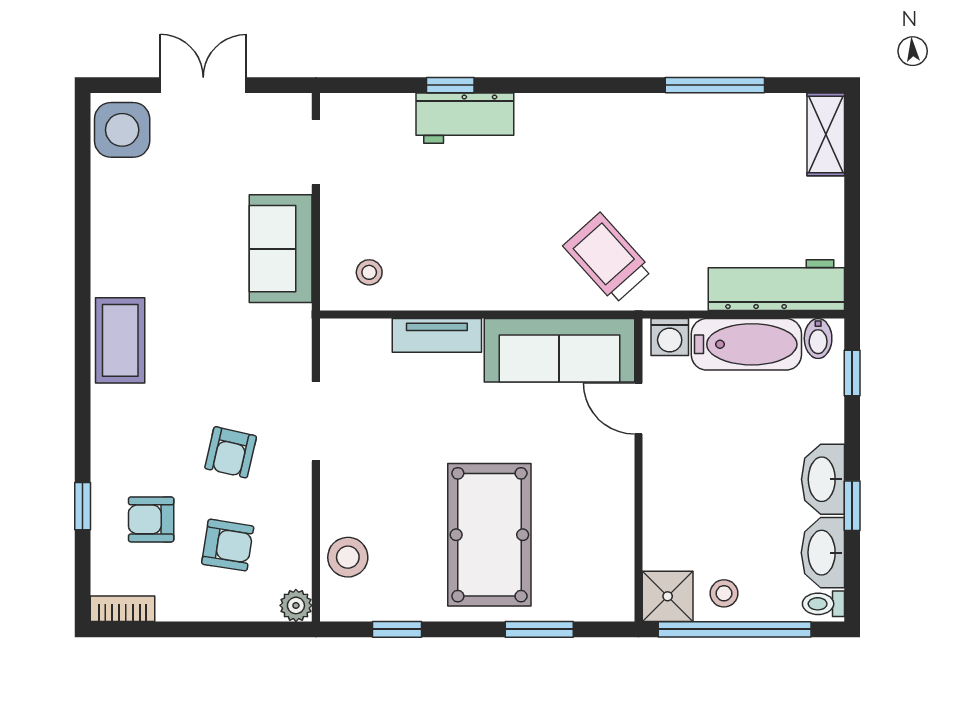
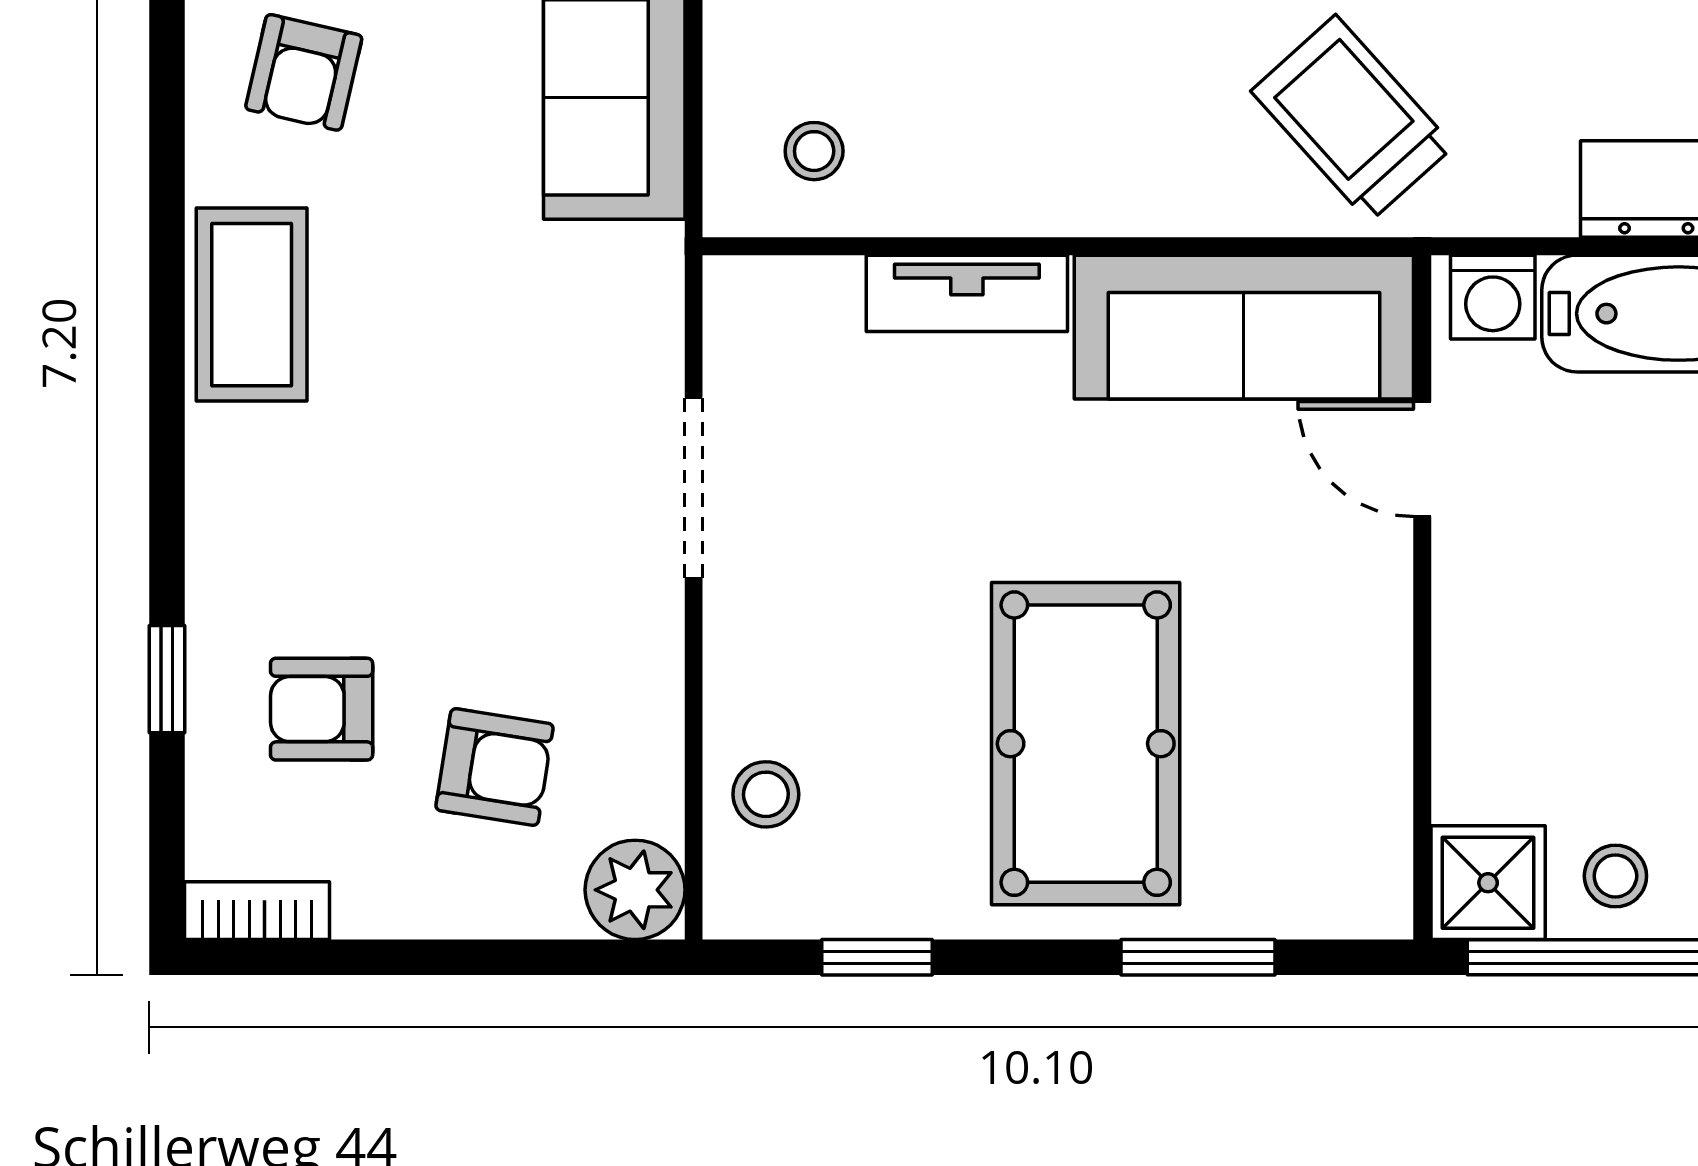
armchair: (231, 452) -> (304, 72), moved
stool: (348, 557) -> (766, 794), width x0.73, depth x0.73
plant: (296, 605) -> (635, 890), width x1.38, depth x1.38

